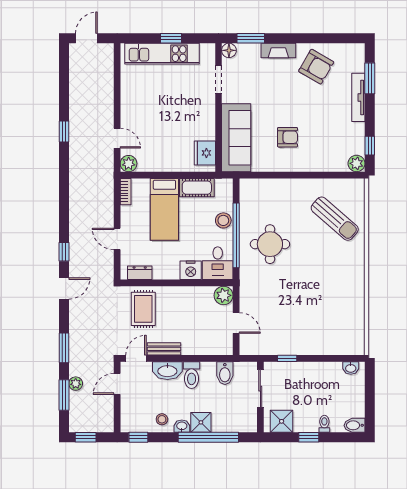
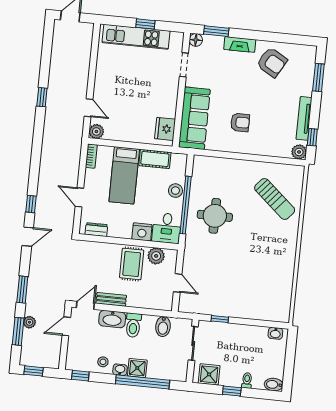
tv unit: (358, 97) -> (304, 118), moved
plant: (224, 295) -> (156, 256), moved
rug: (143, 309) -> (132, 264), moved

